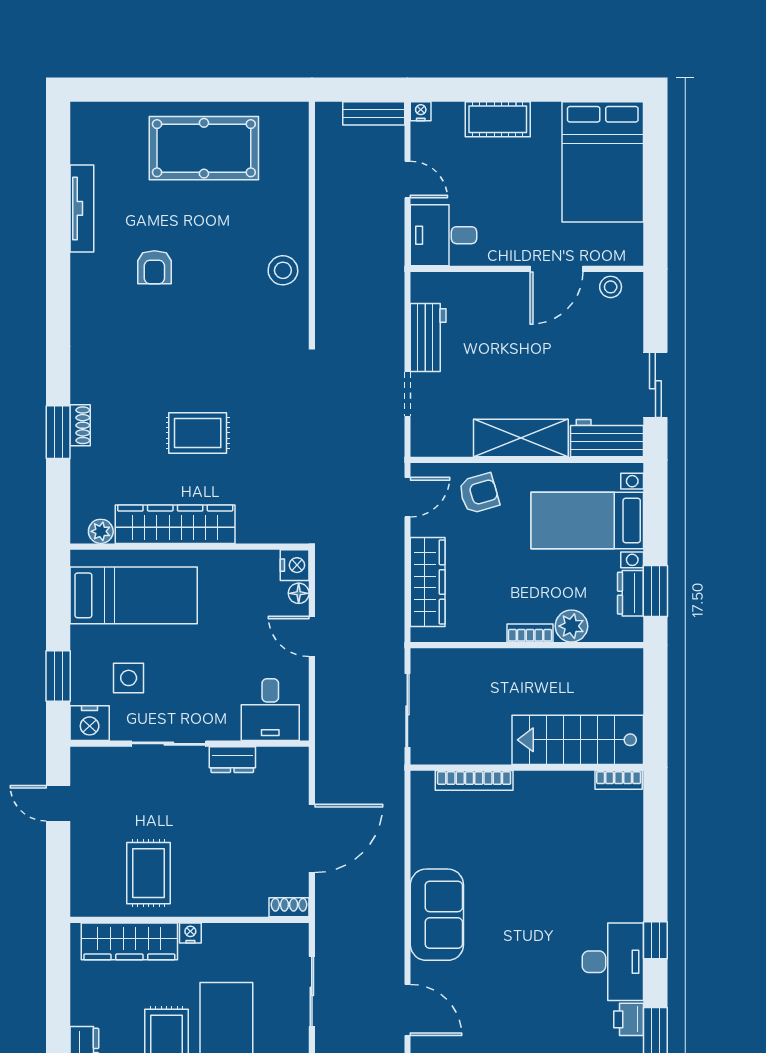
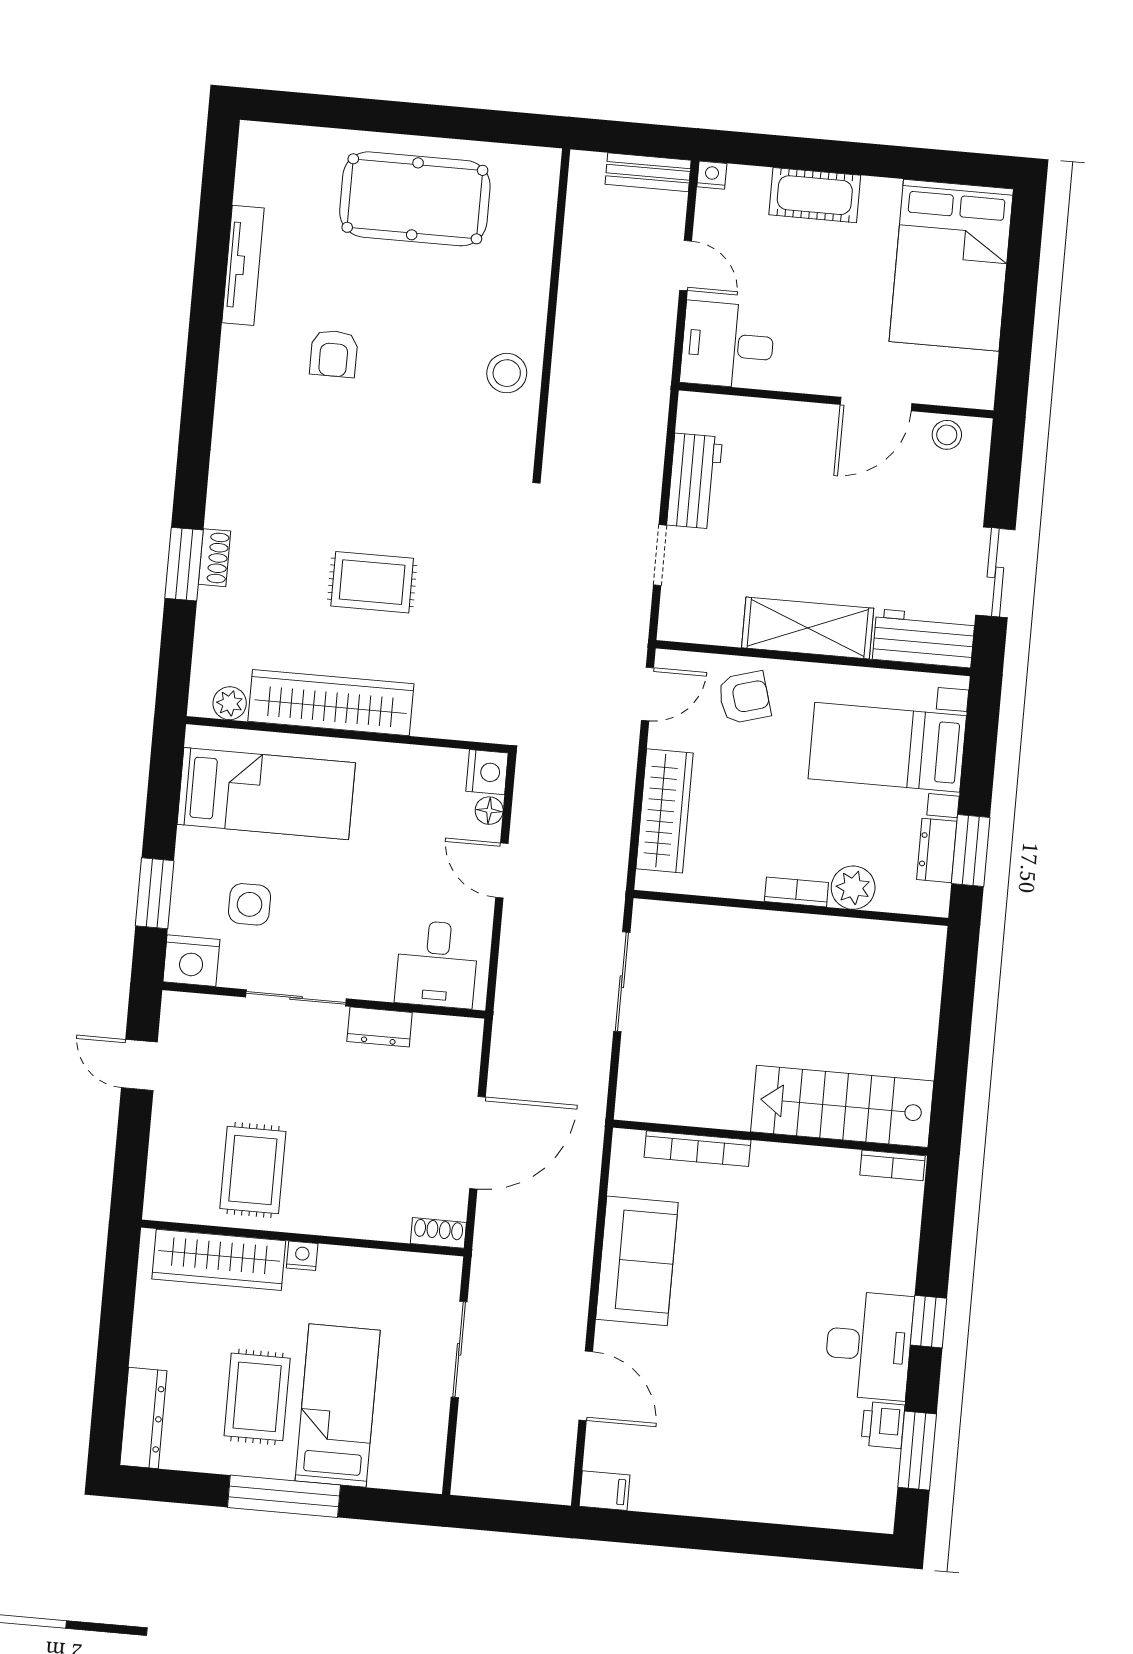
stairs: (578, 740) -> (842, 1106), moved
wall: (527, 768) -> (770, 1138), moved
bookcase: (474, 780) -> (697, 1149), moved
bookcase: (619, 780) -> (893, 1165), moved

